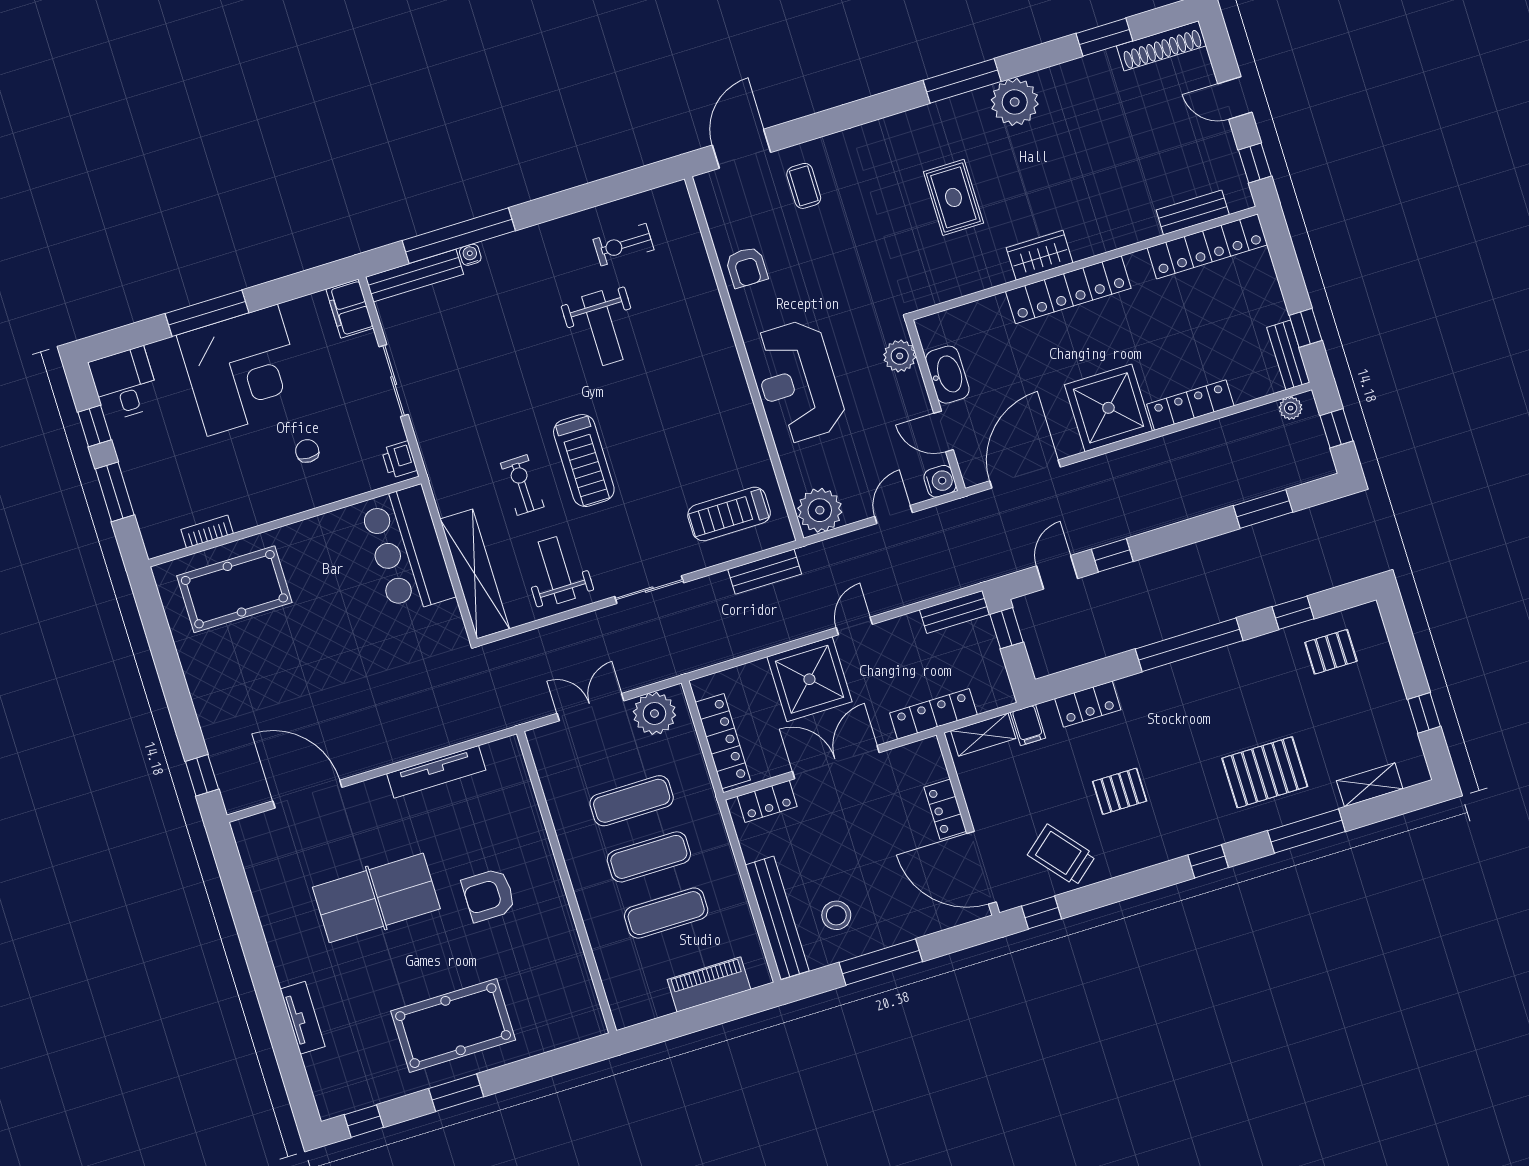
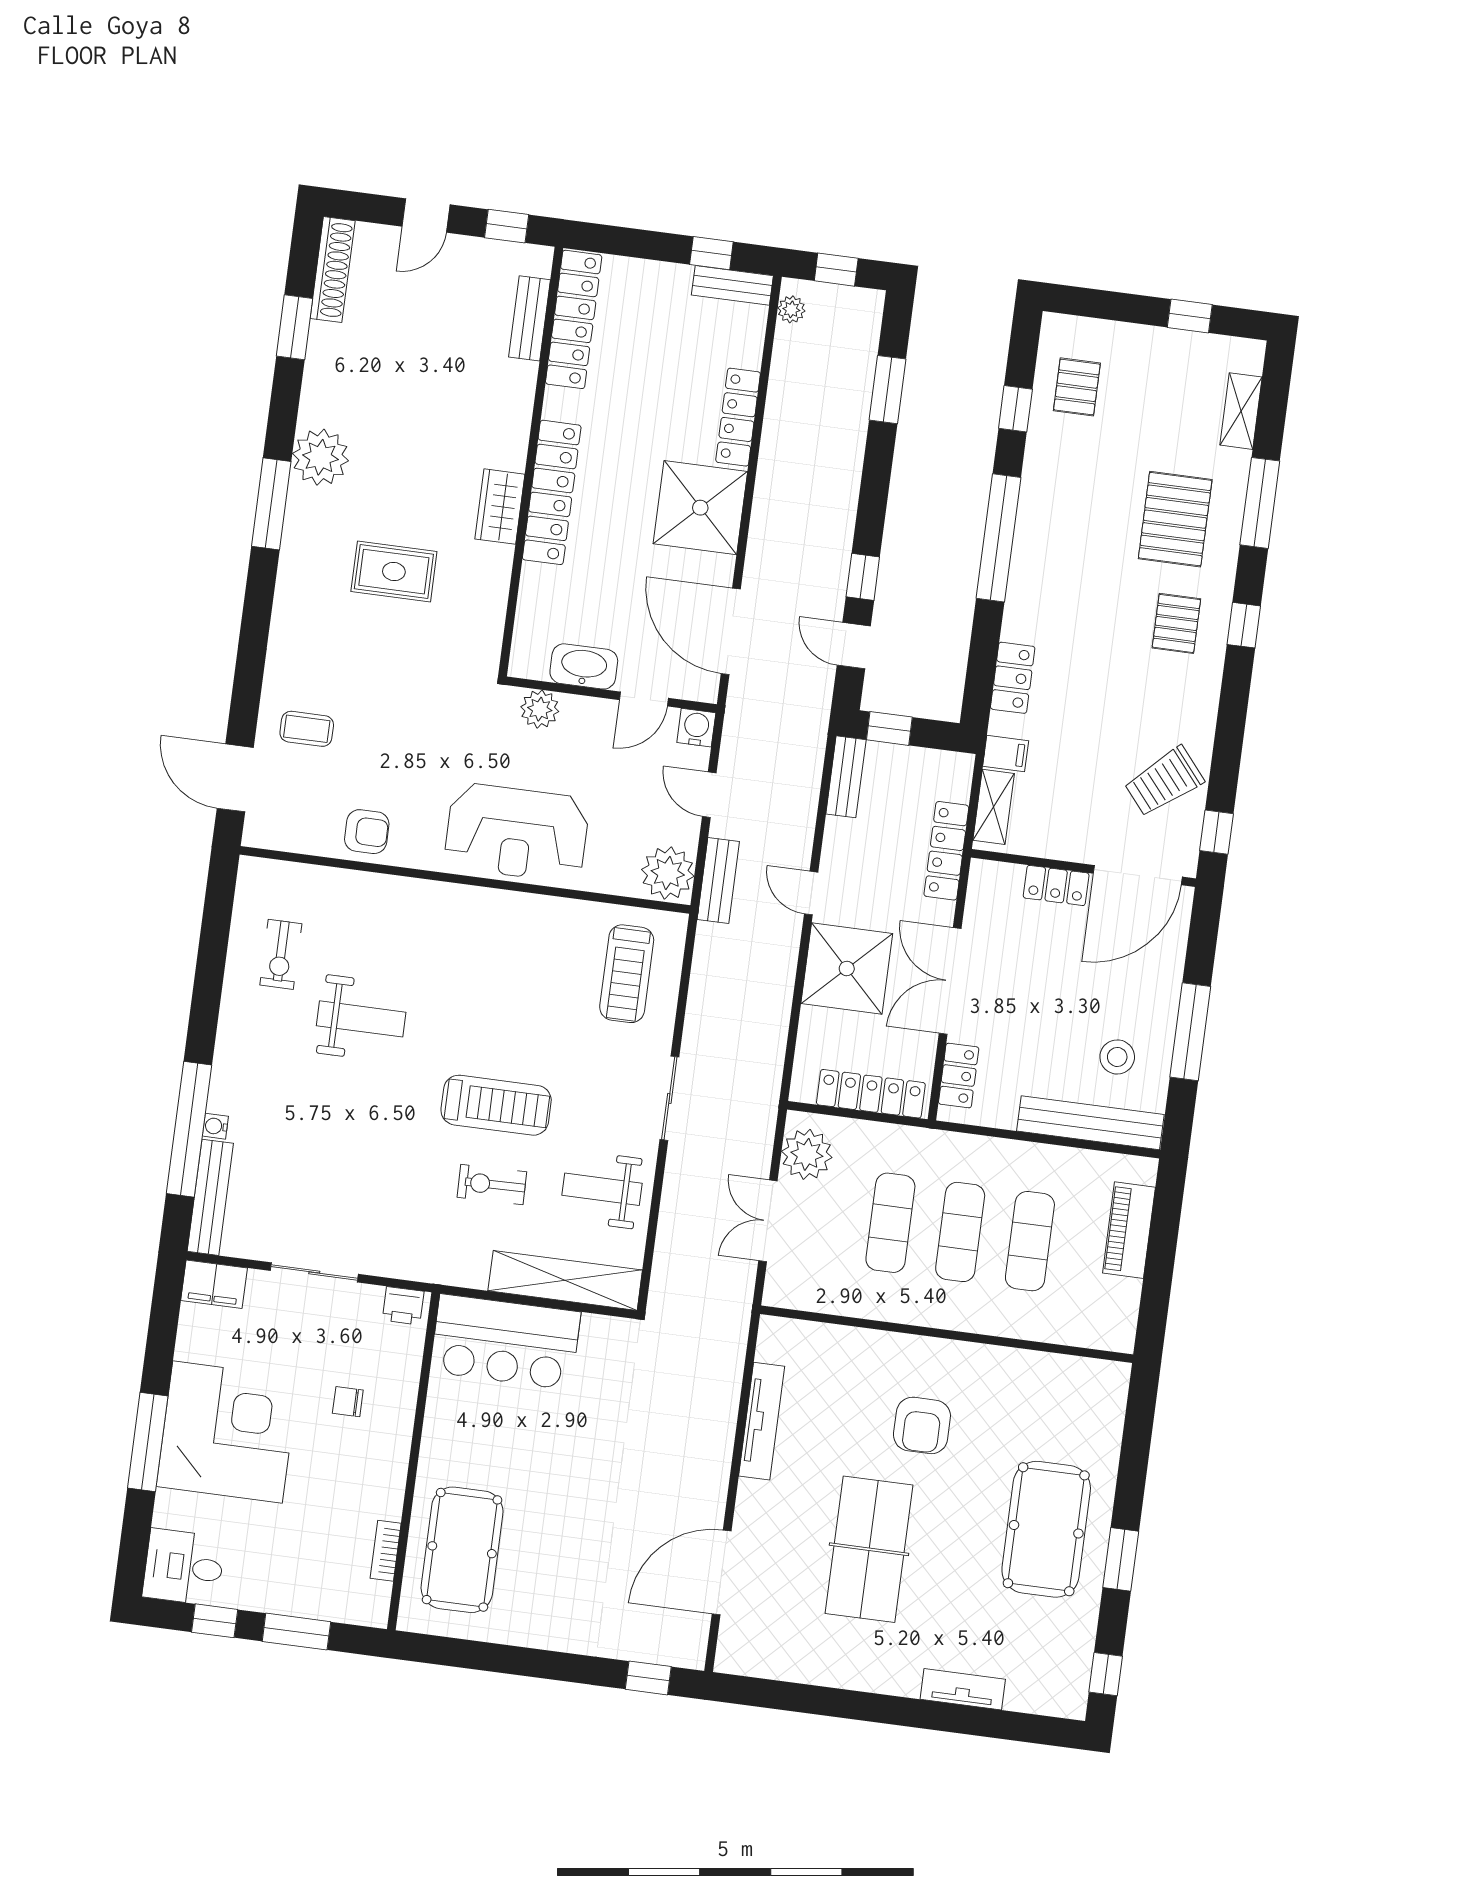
bench: (765, 572) -> (718, 881), moved
pallet: (1120, 791) -> (1176, 623), moved

